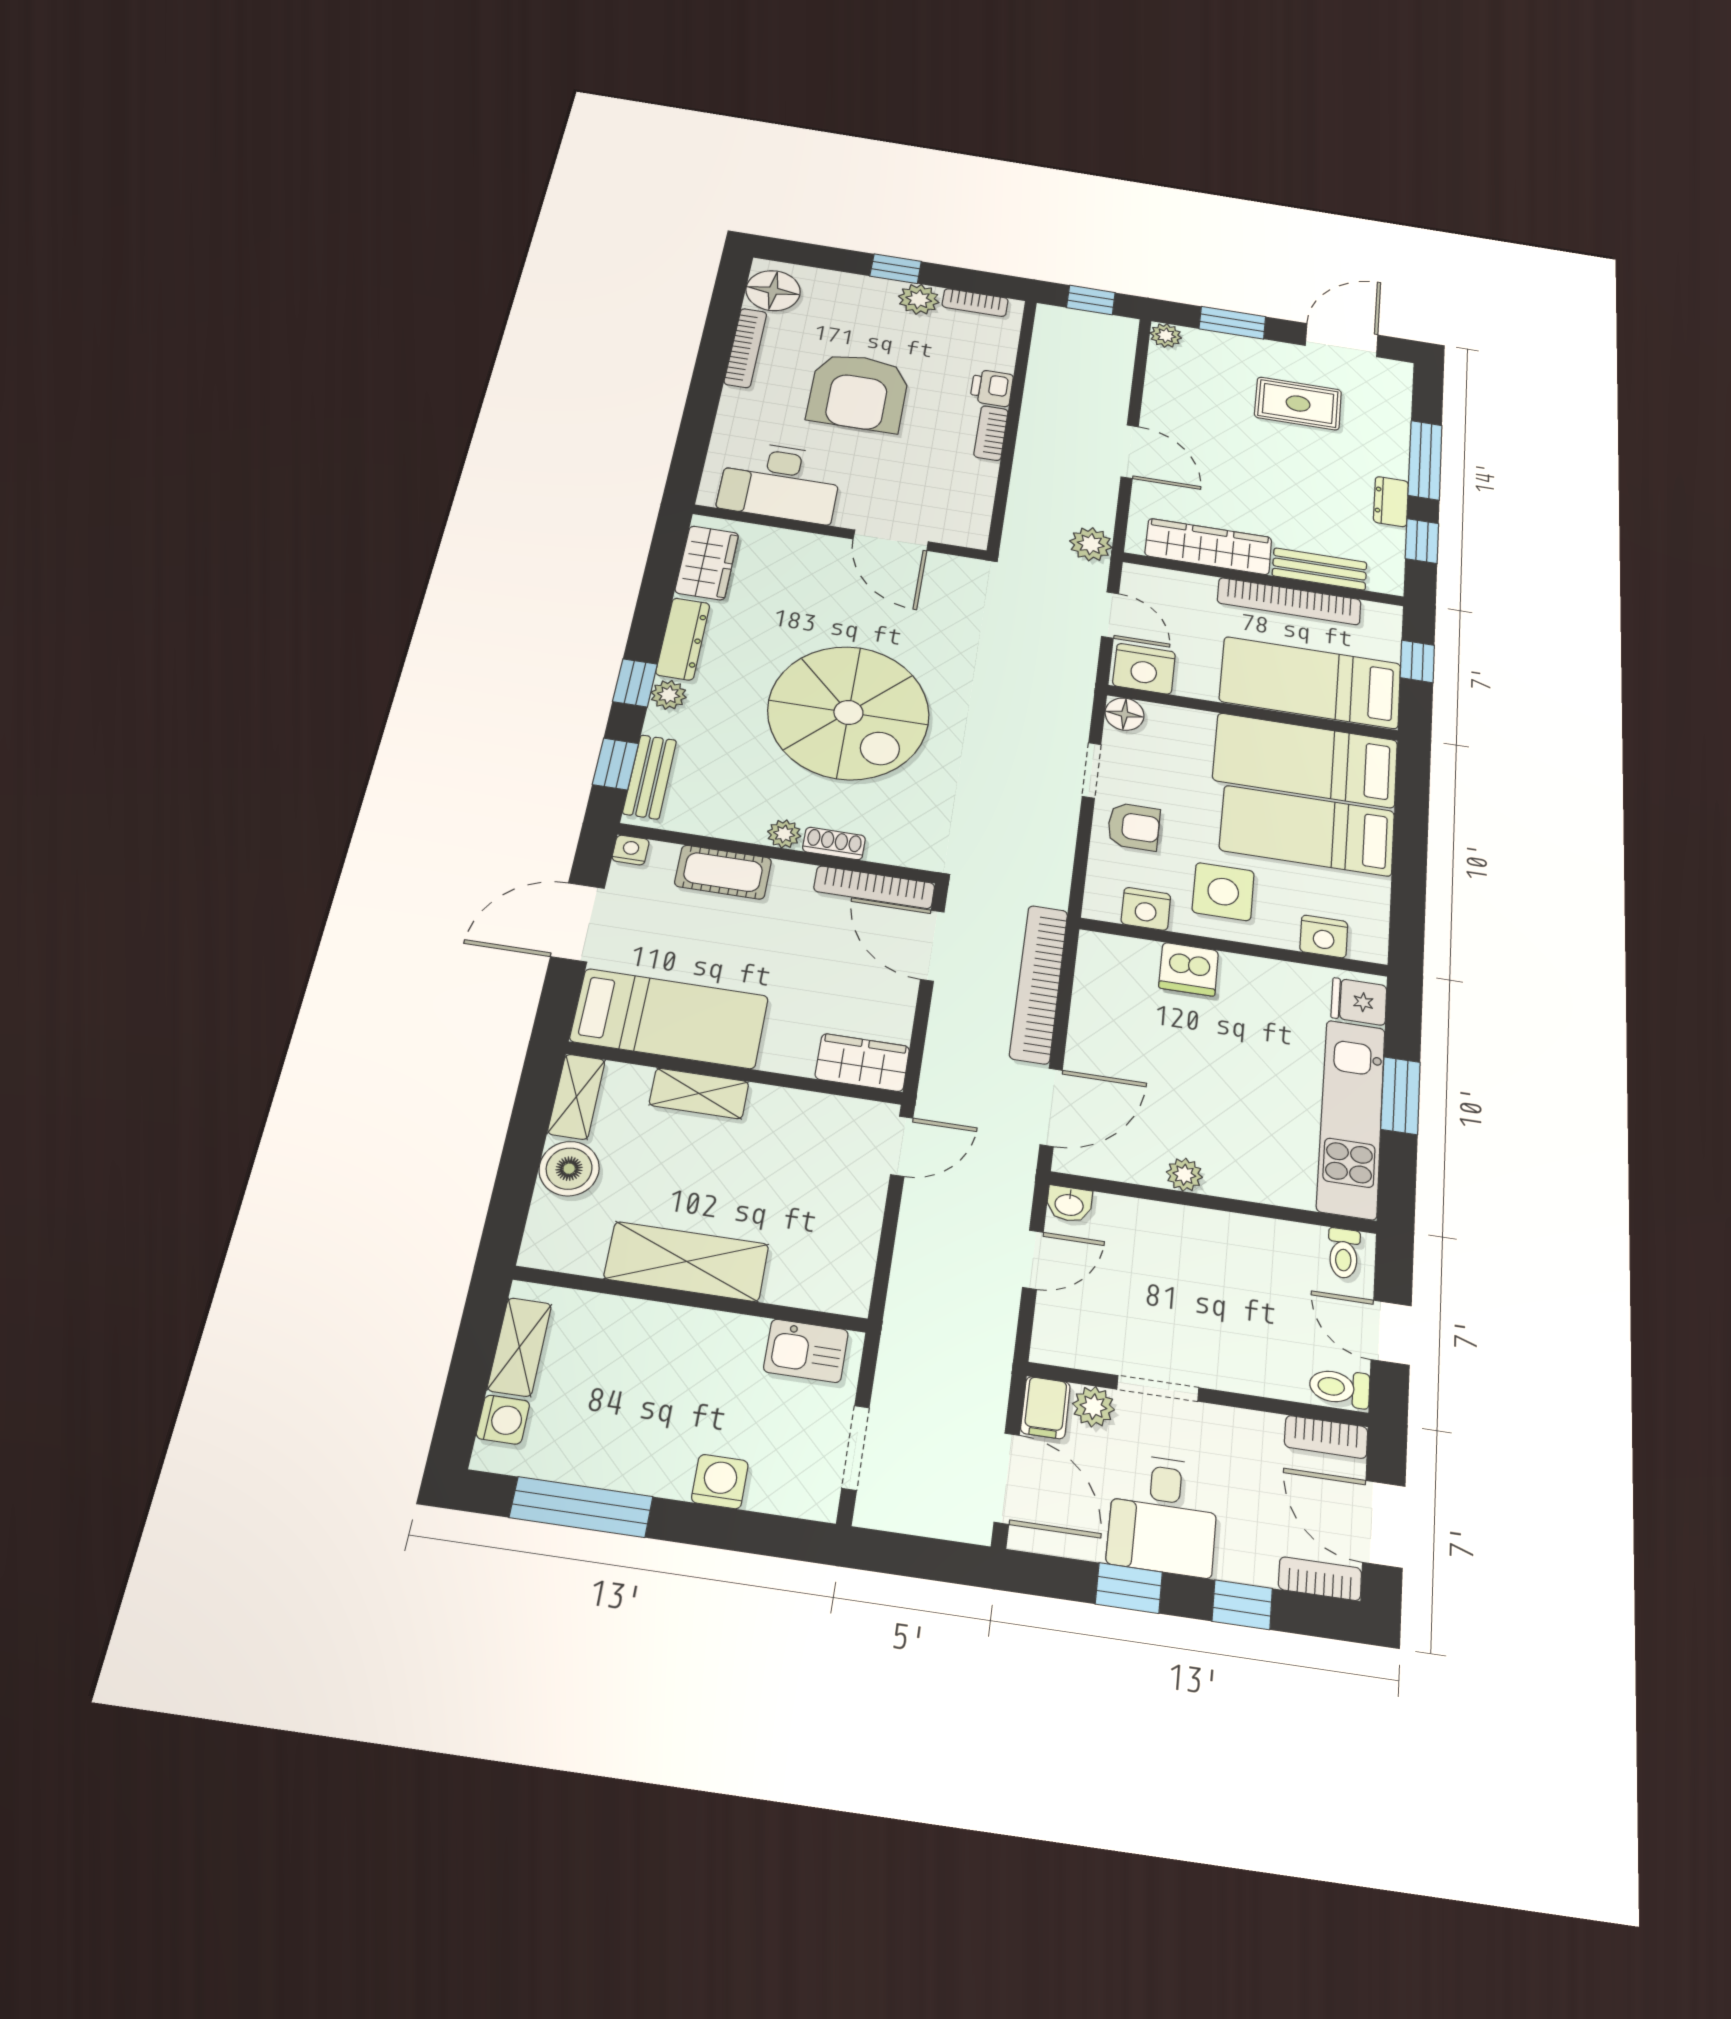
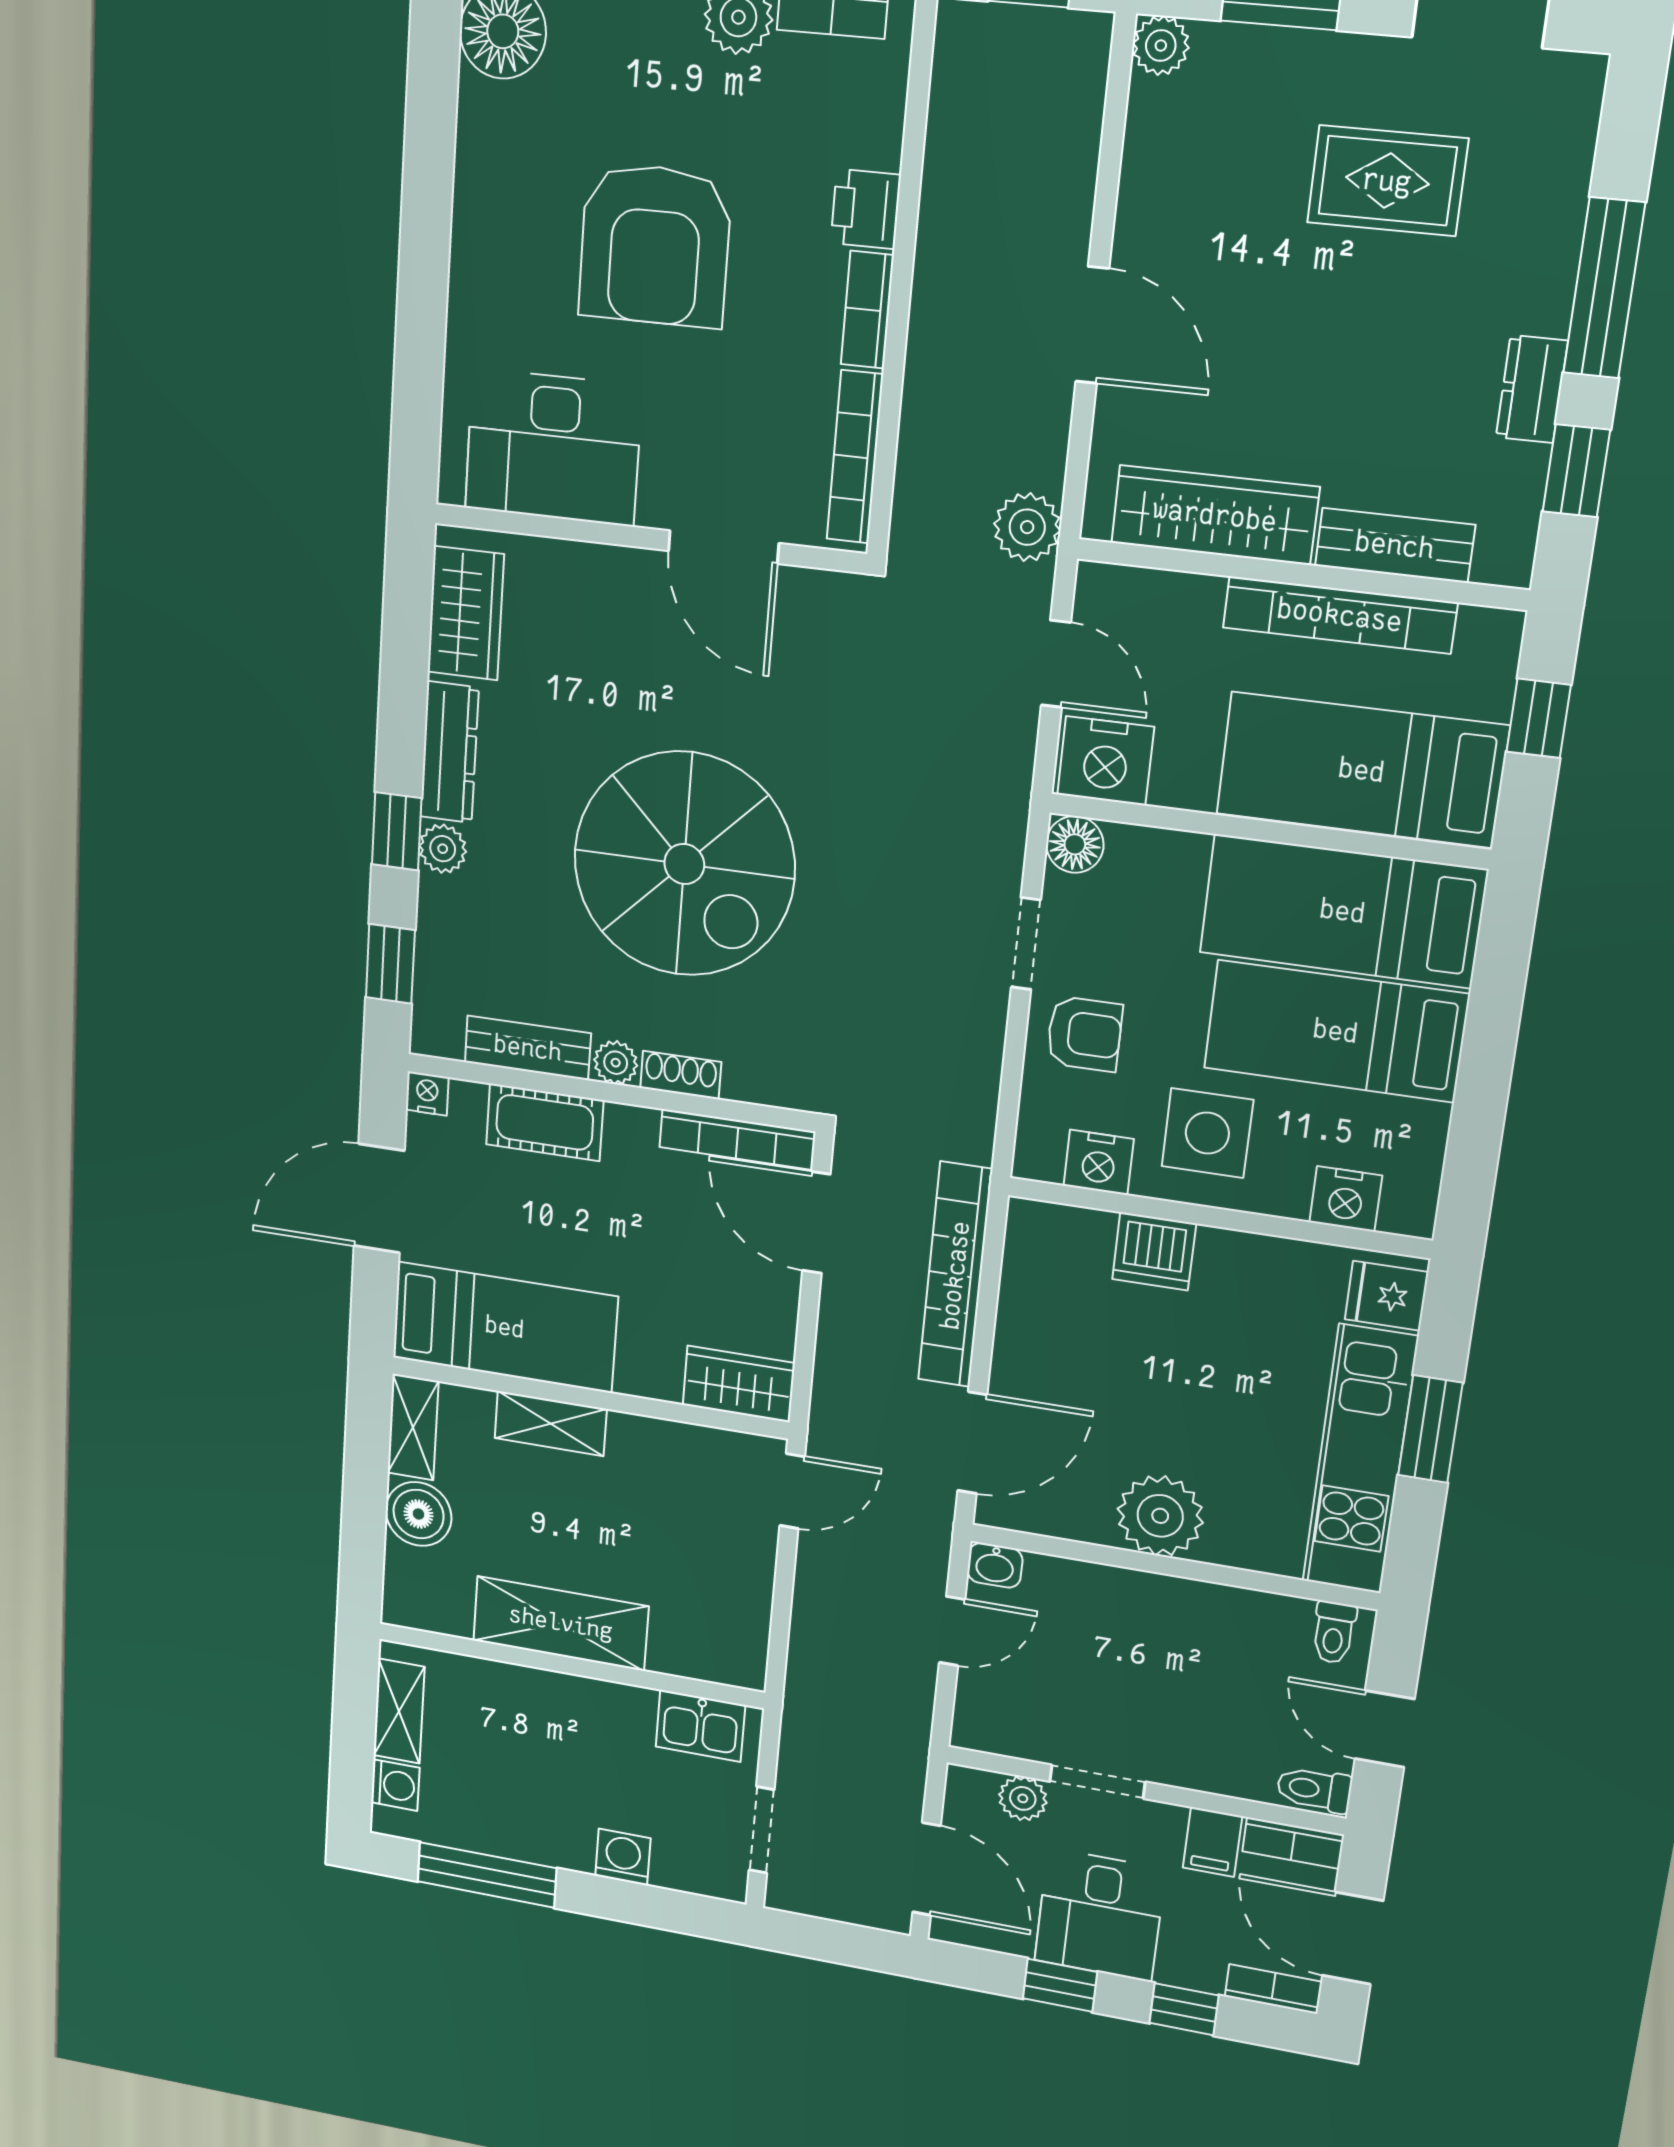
bookcase: (745, 348) -> (855, 457), moved, turned 180
bench: (650, 777) -> (528, 1048), moved, turned 90
plant: (1184, 1175) -> (1160, 1516), width x1.88, depth x1.88
filing cabinet: (1045, 1408) -> (1213, 1842), moved

